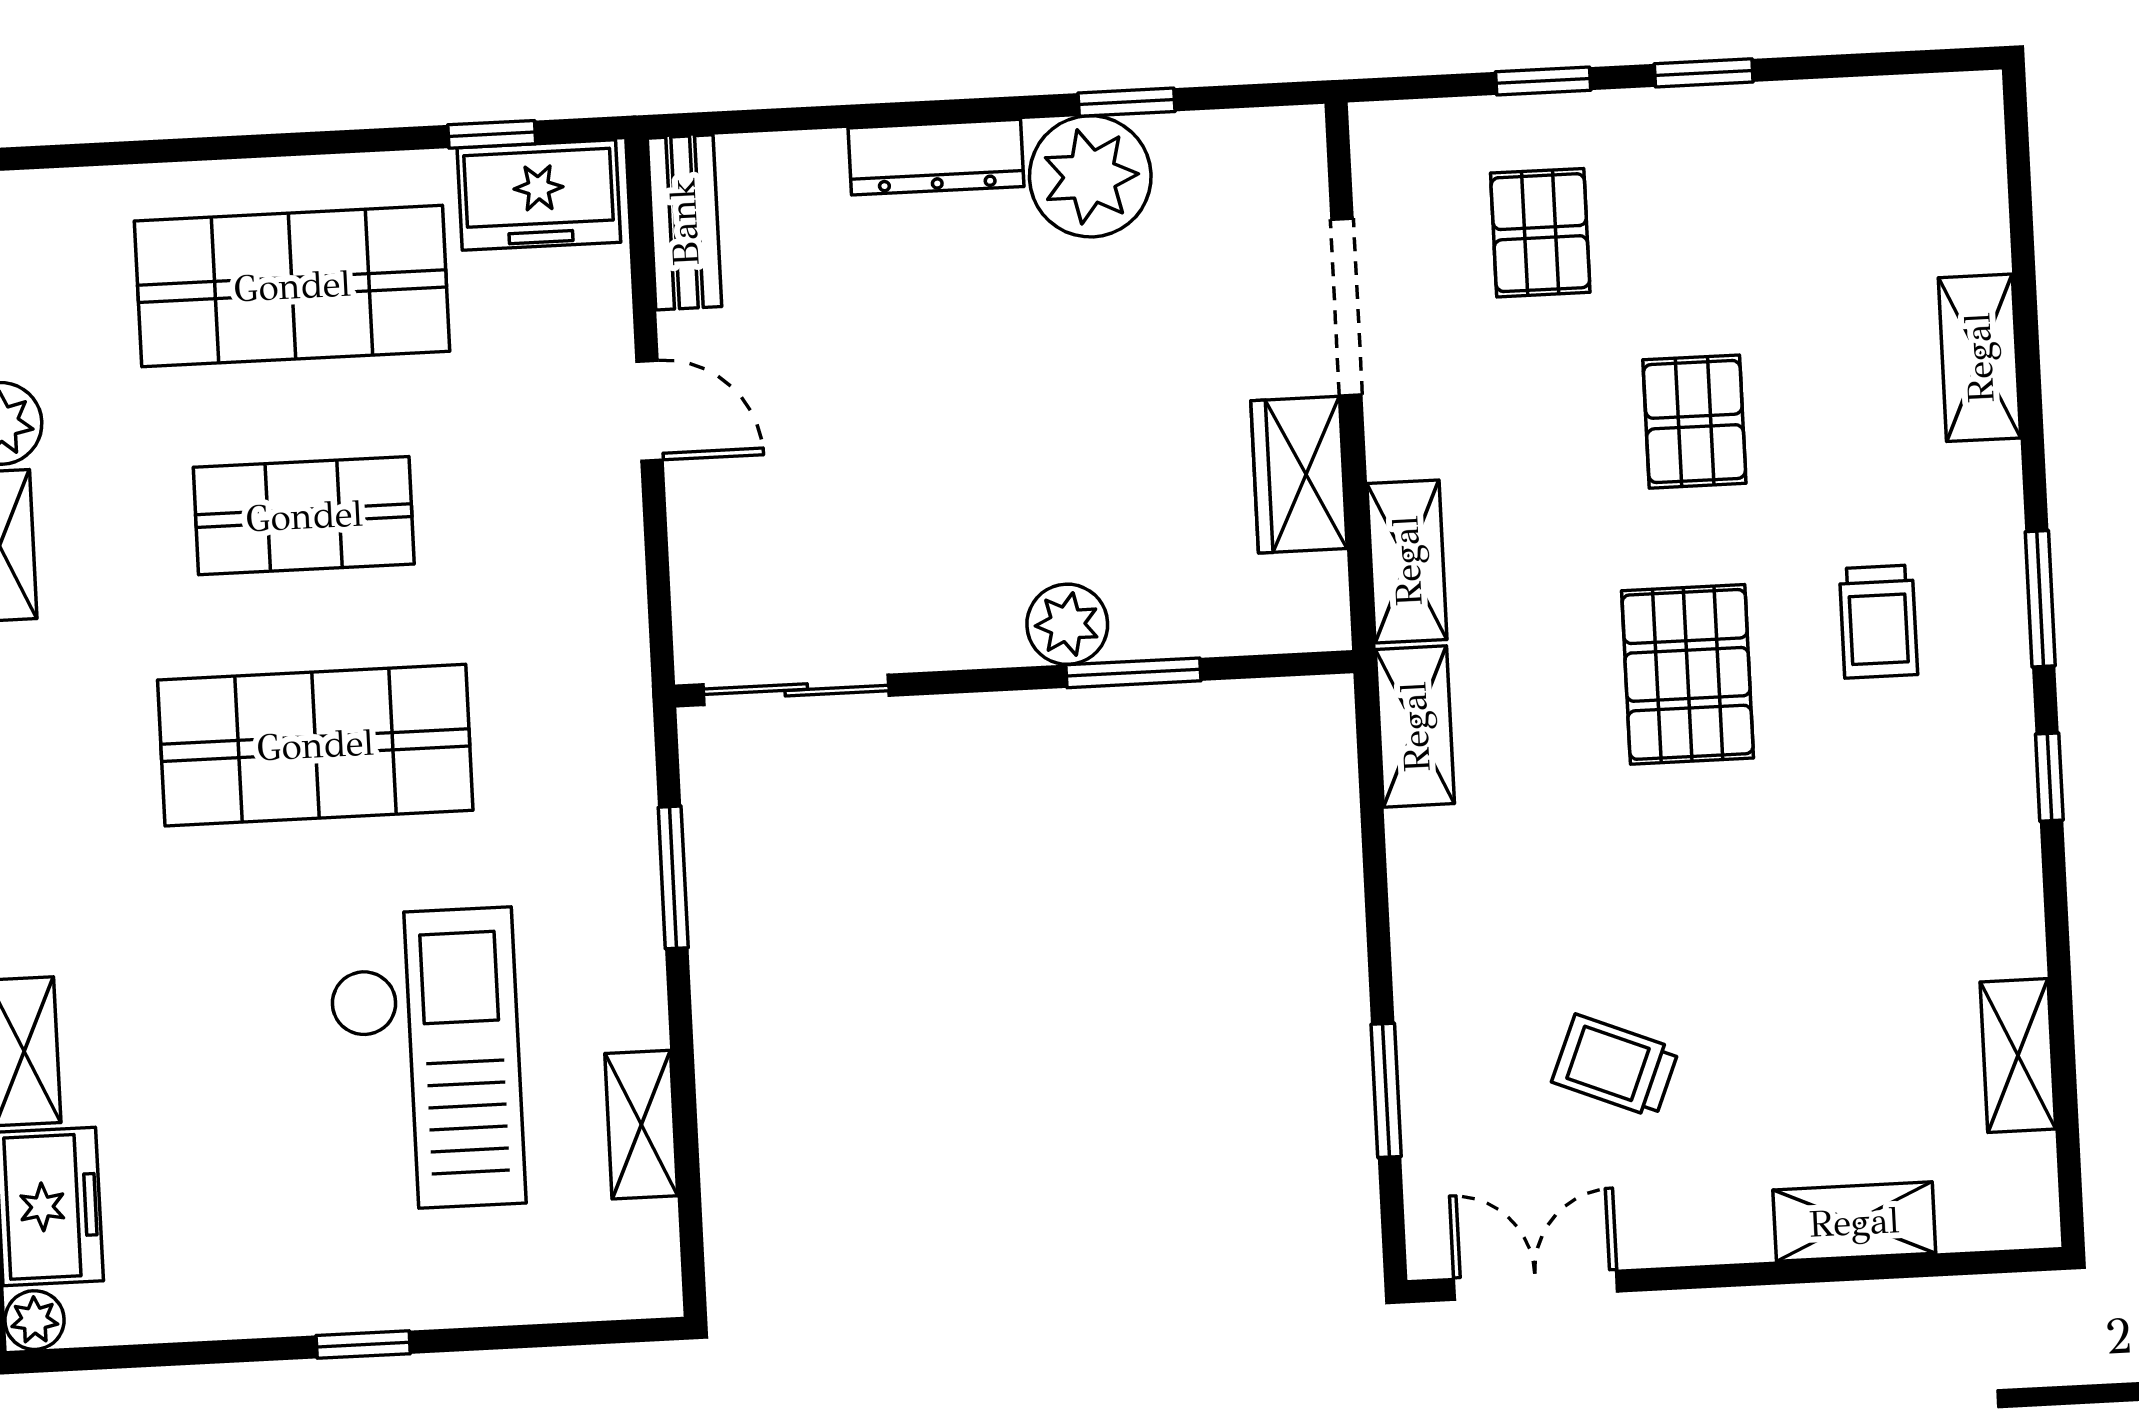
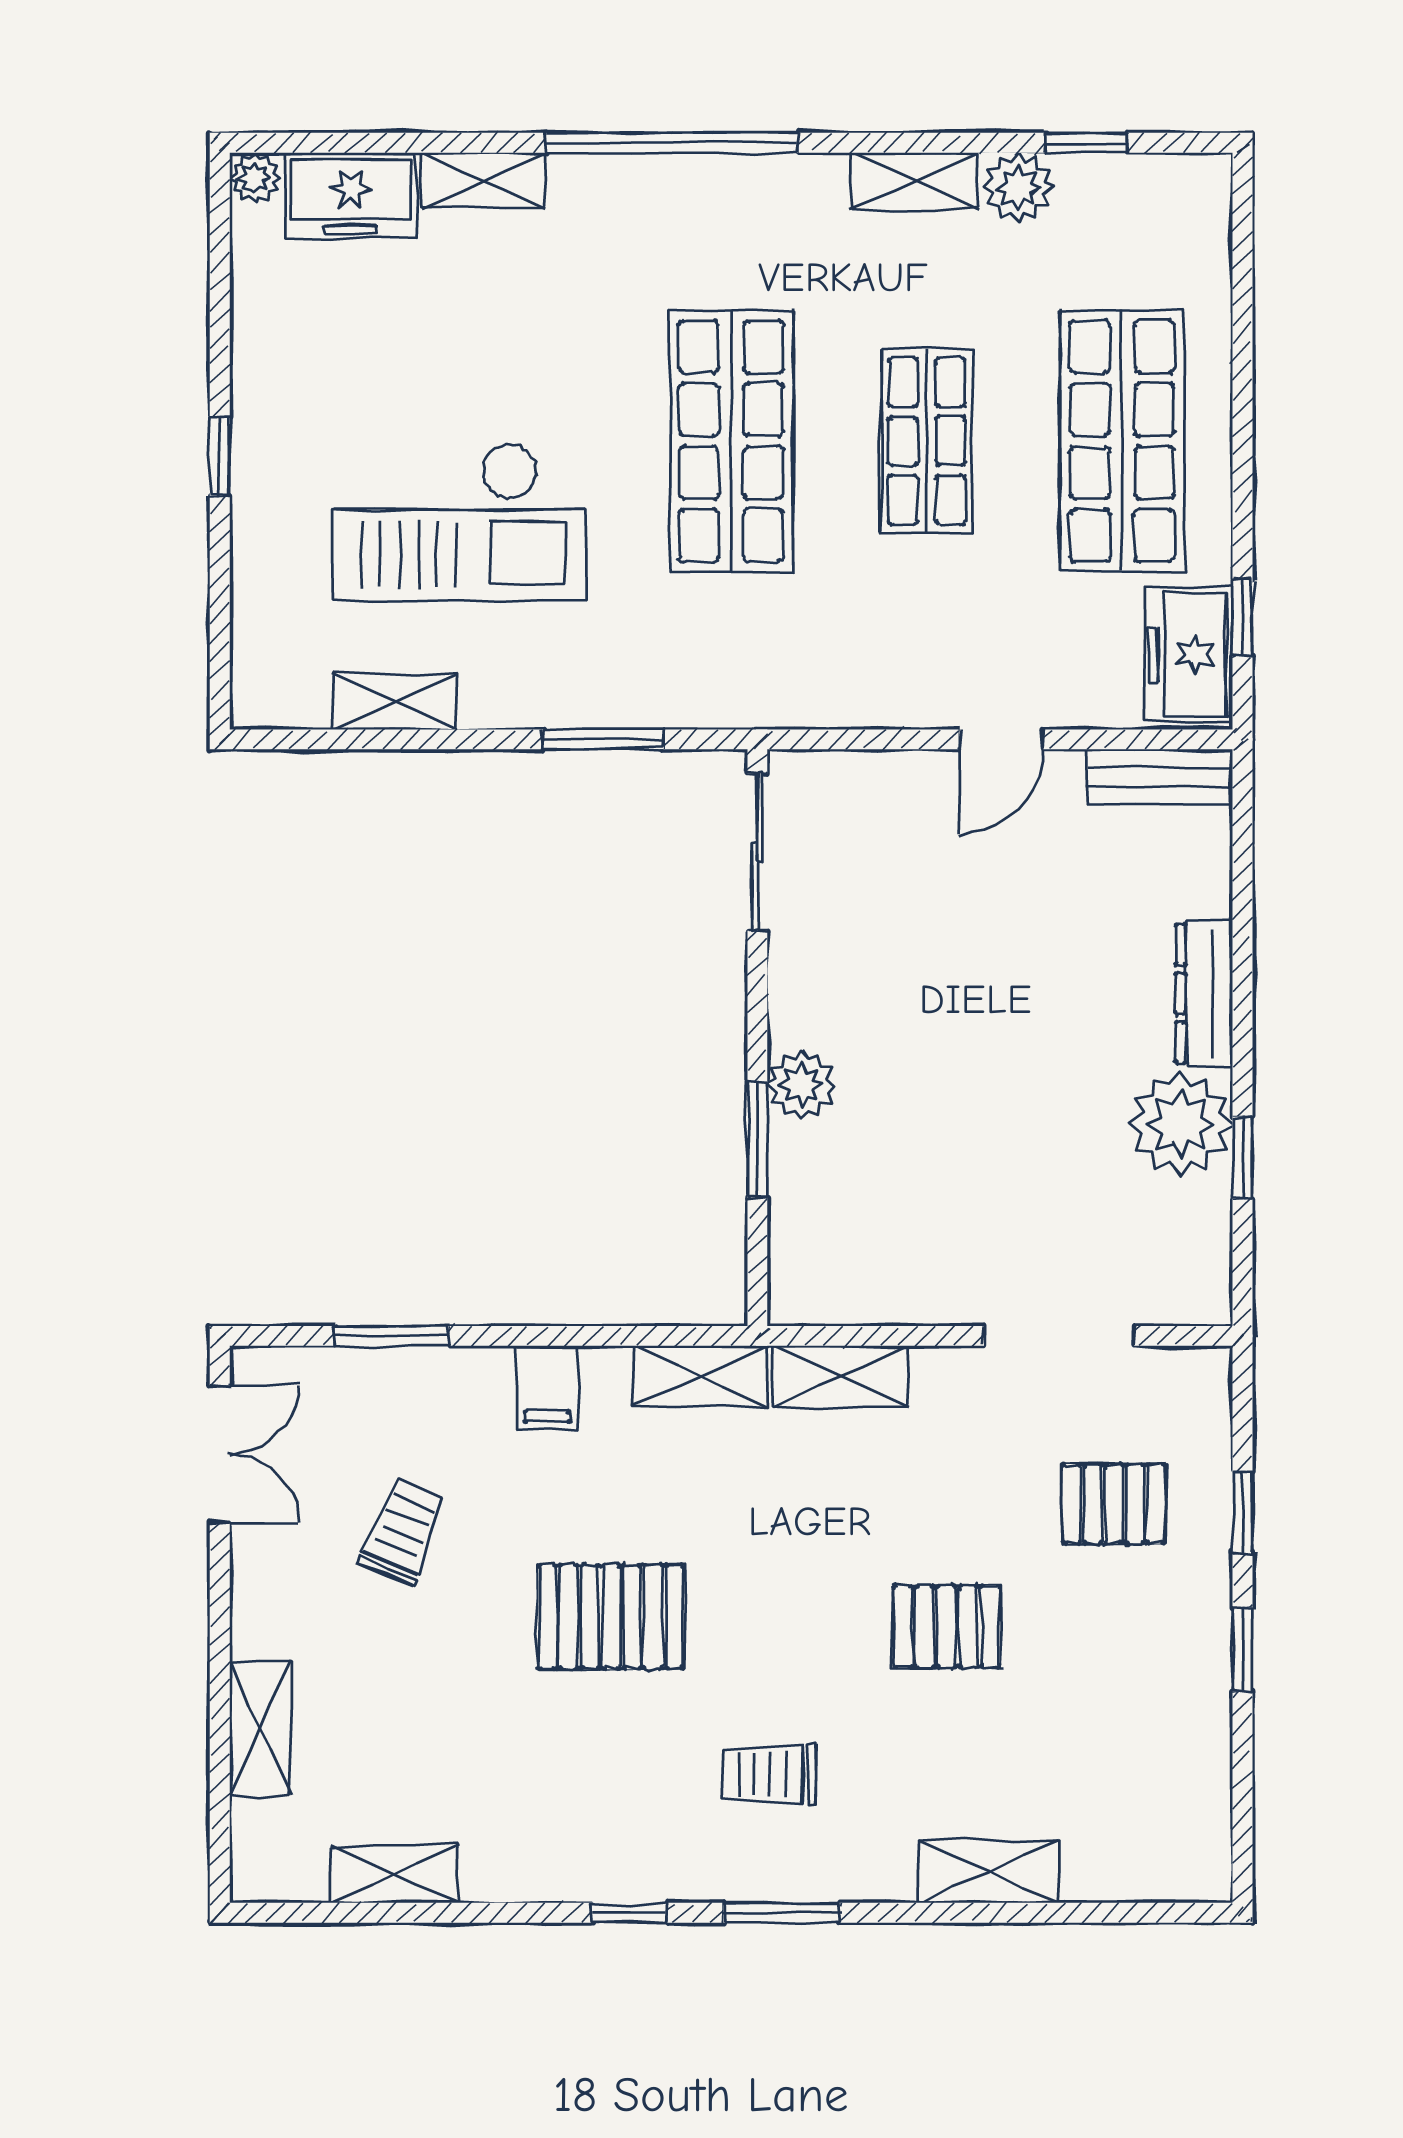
wardrobe: (1299, 475) -> (919, 1288), removed
pallet: (1688, 674) -> (611, 1617), moved
filing cabinet: (1437, 905) -> (547, 1387), added

